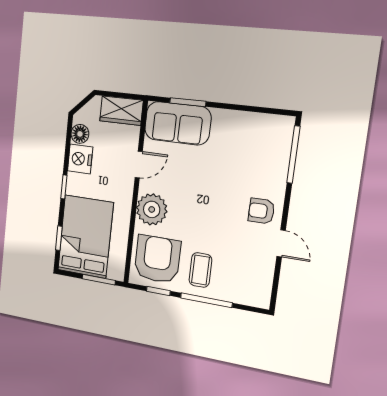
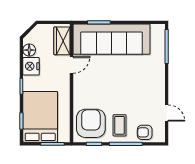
wardrobe: (121, 111) -> (62, 41), moved, turned 90
sofa: (178, 123) -> (112, 39), width x1.85, depth x1.27
plant: (152, 209) -> (83, 92), removed
armchair: (261, 211) -> (145, 132), moved
door: (281, 243) -> (167, 113), moved

